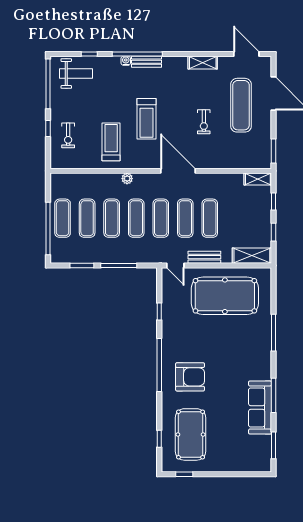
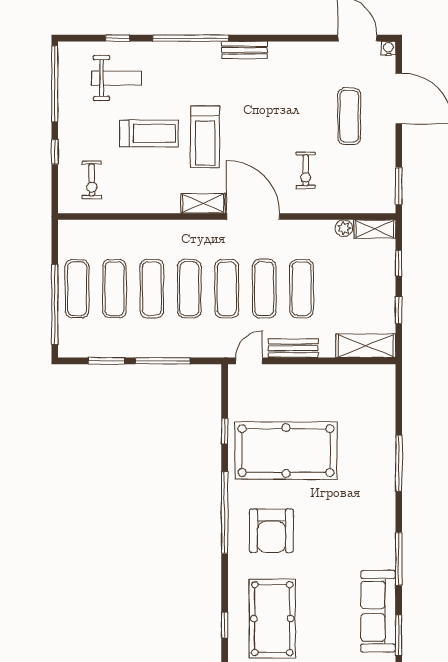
water cooler: (126, 61) -> (388, 48), moved
bench: (146, 62) -> (244, 50), moved
shelving: (203, 63) -> (203, 203), moved
weight bench: (76, 74) -> (116, 78), moved
exercise mat: (241, 105) -> (349, 116), width x0.73, depth x0.69
exercise bike: (204, 122) -> (306, 170), moved
exercise bike: (68, 135) -> (92, 180), moved
treadmill: (111, 142) -> (149, 133), moved, turned 90
plant: (127, 179) -> (344, 228), moved
door: (175, 266) -> (249, 361), swing flipped
pool table: (225, 296) -> (286, 451), moved
armchair: (190, 377) -> (271, 531), turned 90
sofa: (260, 408) -> (378, 611), moved

